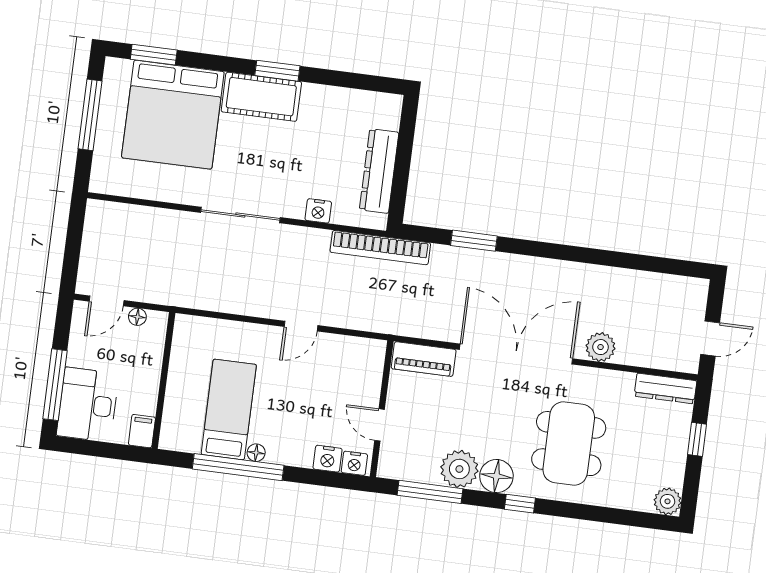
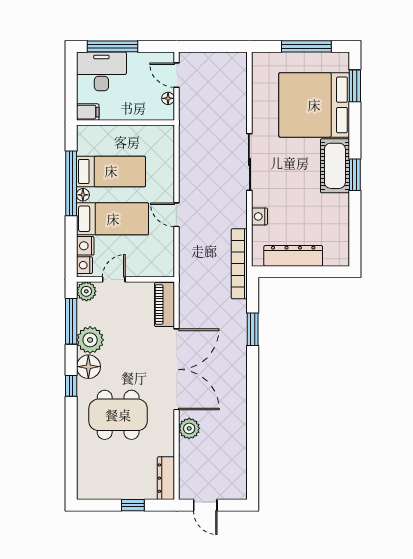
bed: (295, 416) -> (113, 219), added
plant: (667, 501) -> (86, 291), moved

